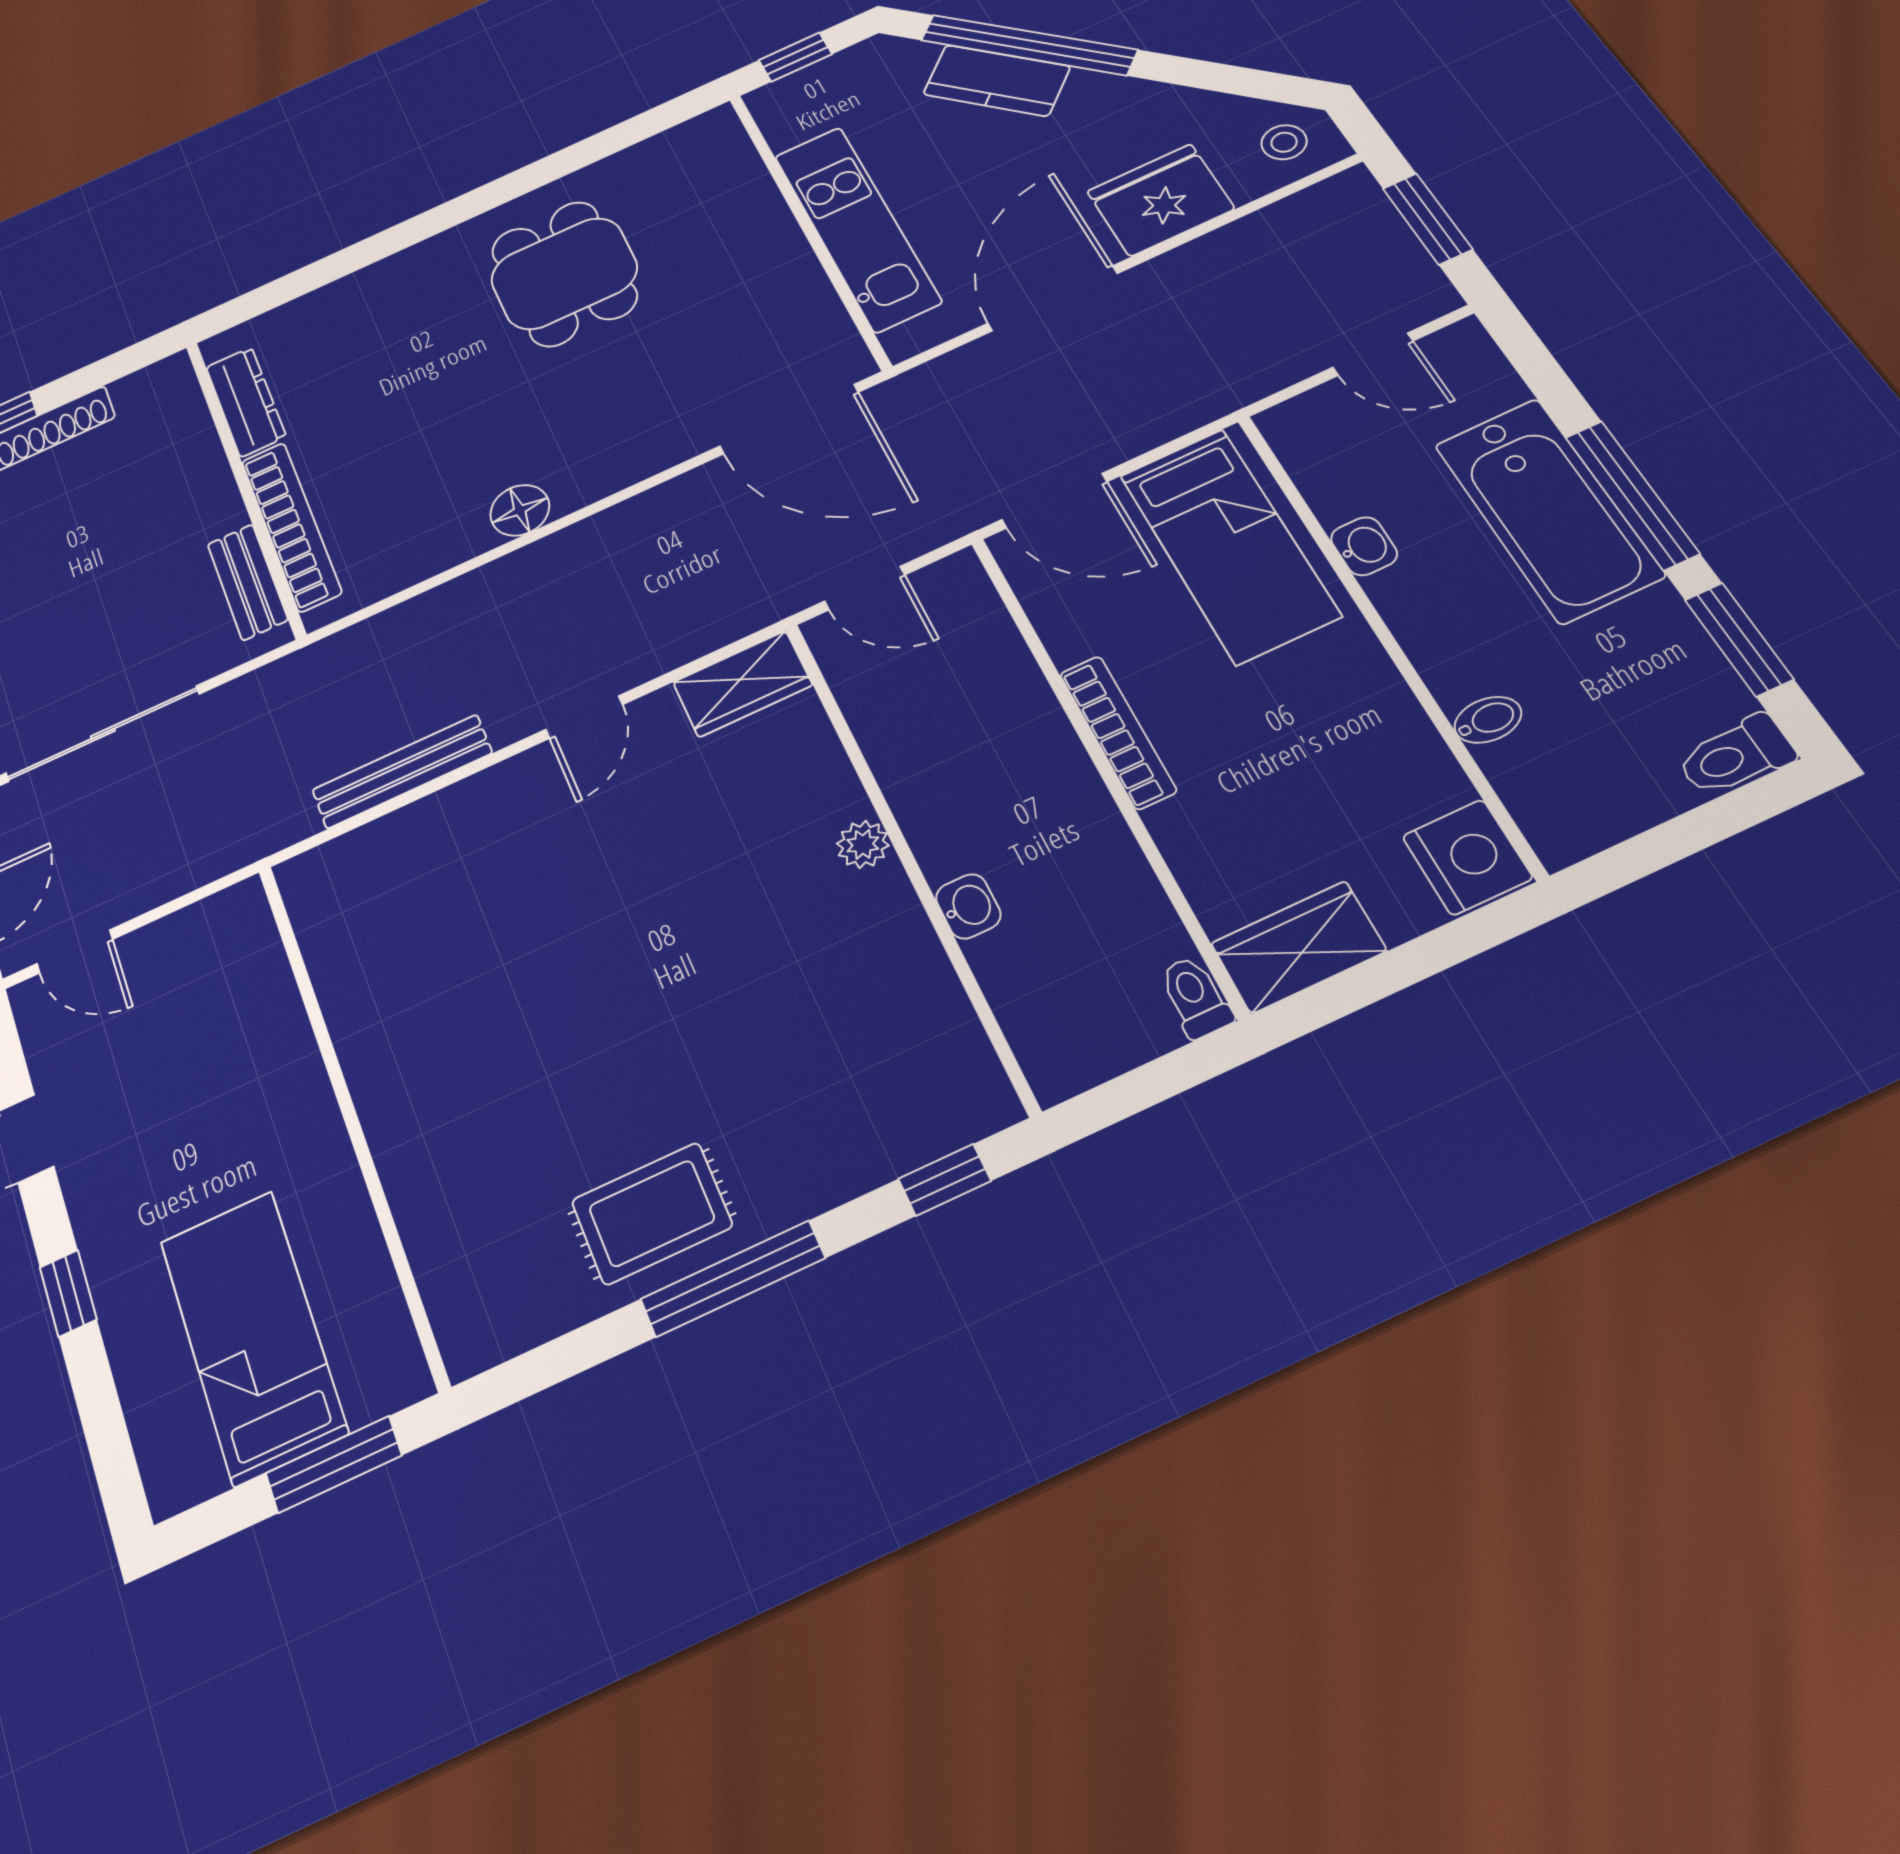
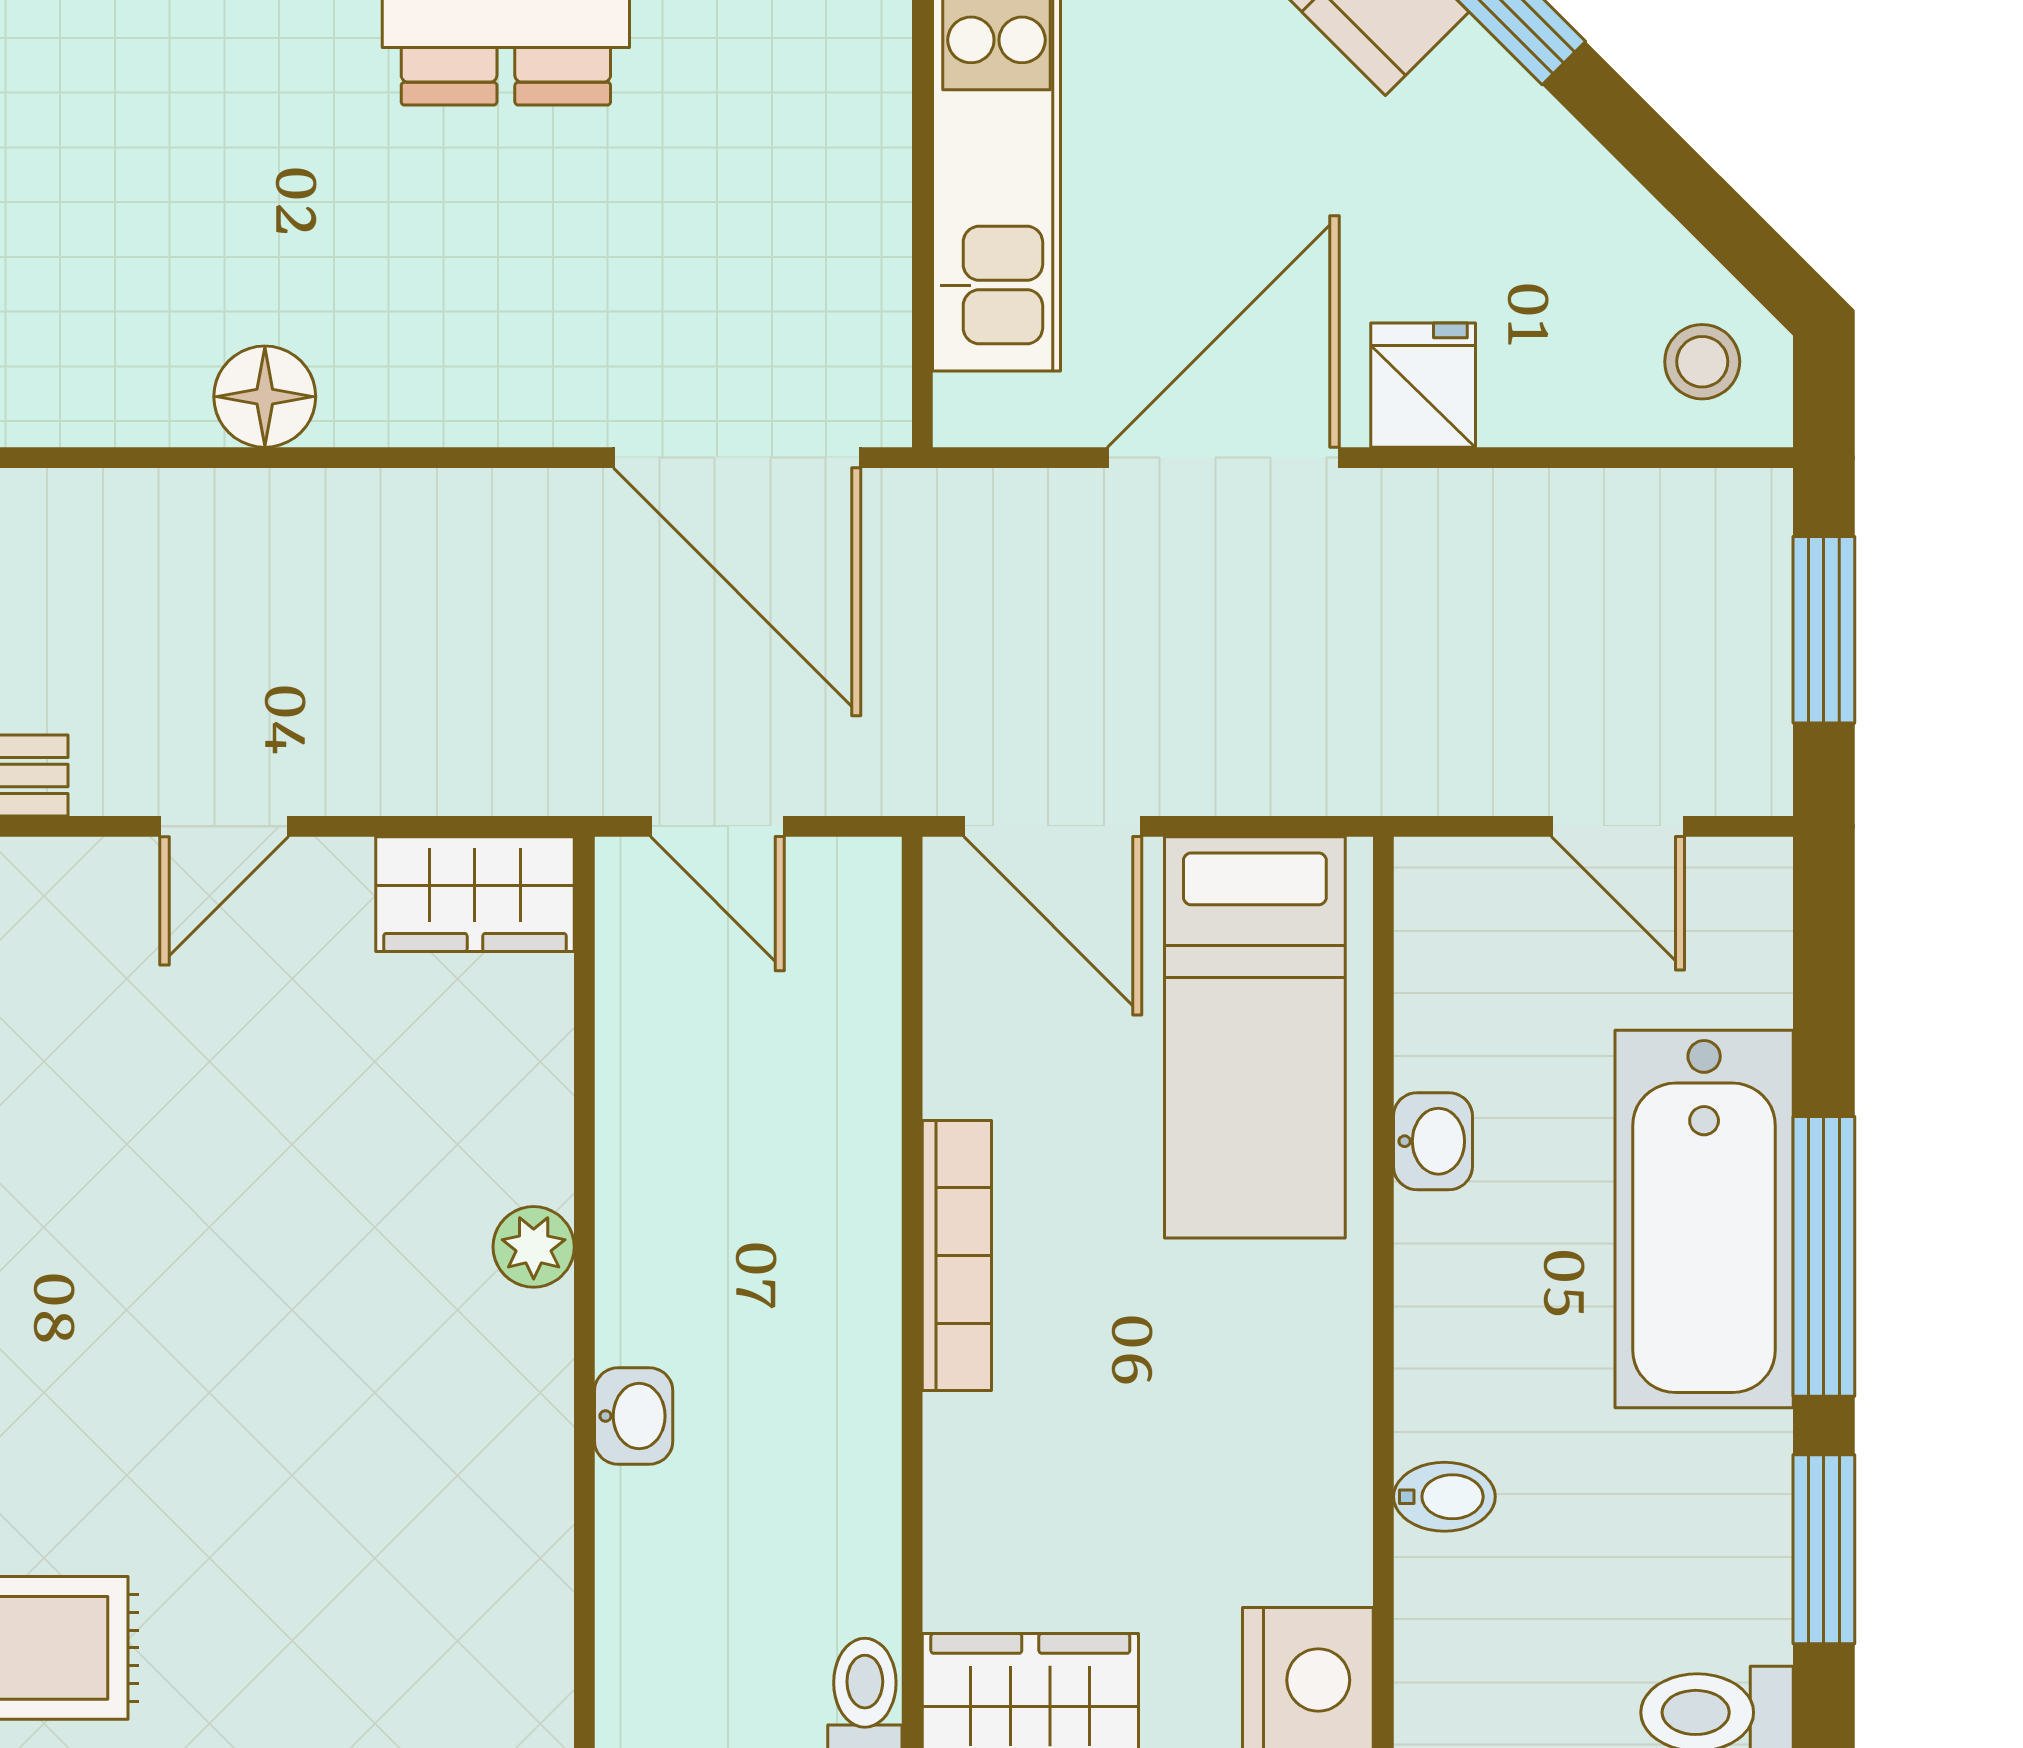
fridge: (1161, 200) -> (1423, 385), width x0.53, depth x0.75

